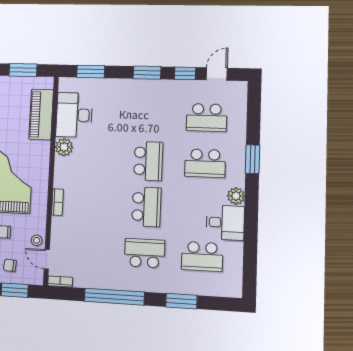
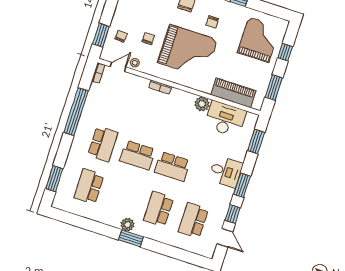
window: (253, 159) -> (131, 238), moved
desk: (225, 223) -> (226, 172), moved, turned -90
window: (181, 301) -> (54, 179), moved

